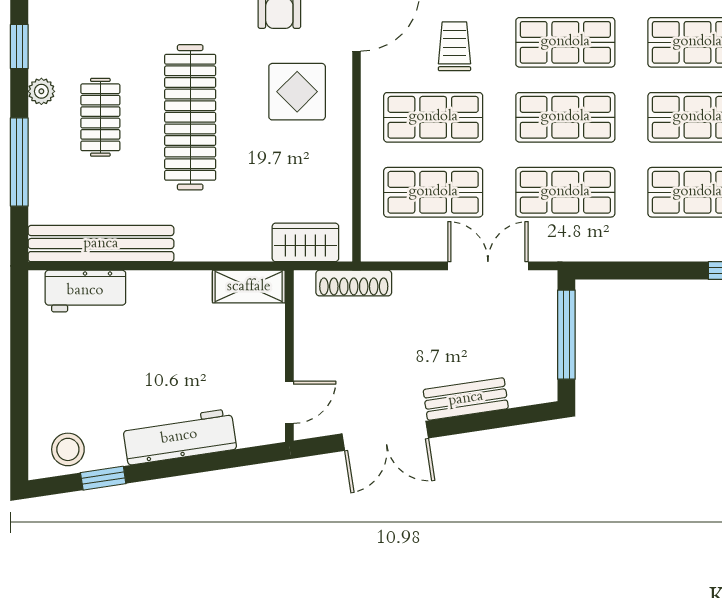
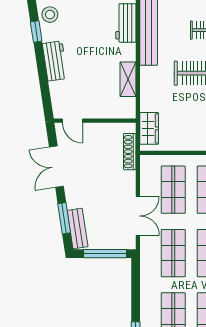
shelving: (249, 287) -> (128, 79), moved
bench: (466, 399) -> (78, 228), moved
window: (493, 420) -> (64, 218), added
workbench: (179, 437) -> (55, 61), width x0.73

